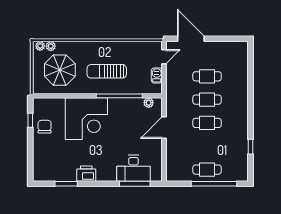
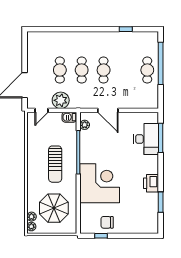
door: (164, 57) -> (41, 110), swing flipped
barbecue: (157, 75) -> (69, 117), moved
plant: (175, 77) -> (61, 100), added

